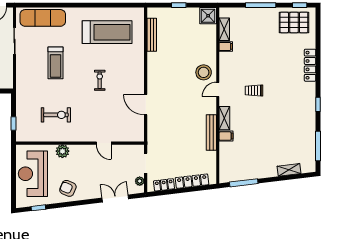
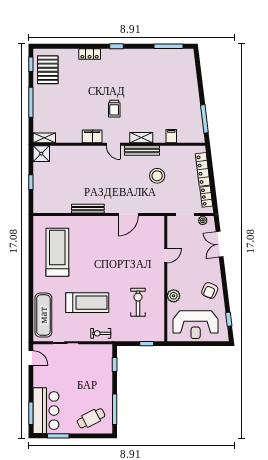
shelving: (224, 29) -> (44, 138), moved
bench: (152, 35) -> (88, 209), moved
filing cabinet: (226, 46) -> (92, 136), moved, width x2.00
treadmill: (55, 63) -> (87, 303), width x1.37, depth x1.38
locker: (310, 65) -> (90, 54), width x0.66
stool: (204, 72) -> (157, 176), moved
exercise bike: (100, 80) -> (101, 333), moved
window: (318, 104) -> (117, 46), moved
bench: (211, 133) -> (142, 150), moved
filing cabinet: (226, 136) -> (171, 136), moved
shelving: (289, 170) -> (192, 75), removed

